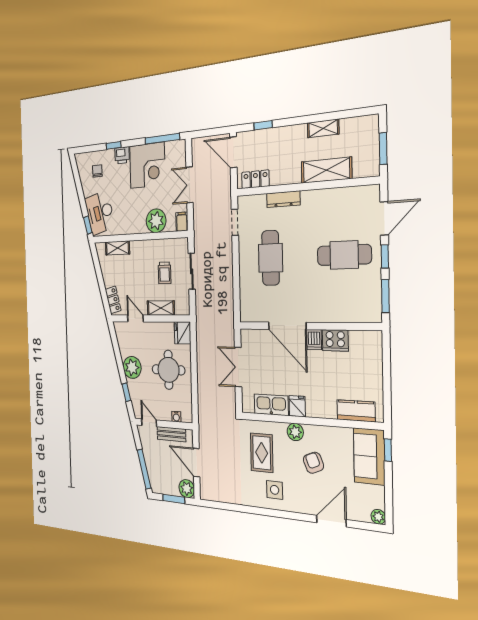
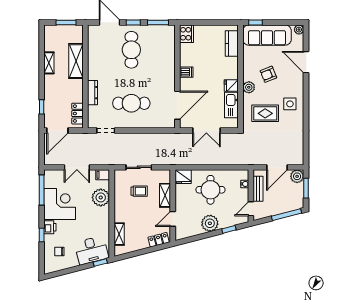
door: (287, 326) -> (177, 105), moved
cooker: (335, 340) -> (187, 34), moved
sofa: (369, 456) -> (267, 35), width x1.36

